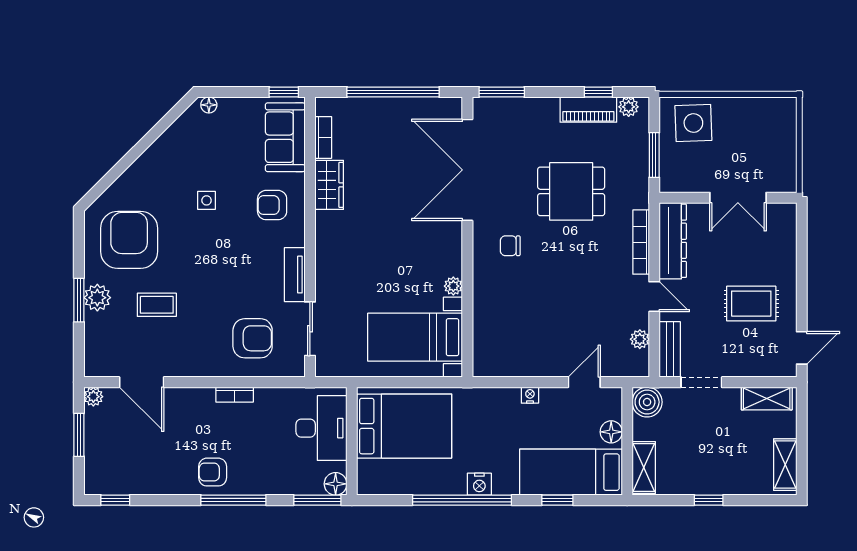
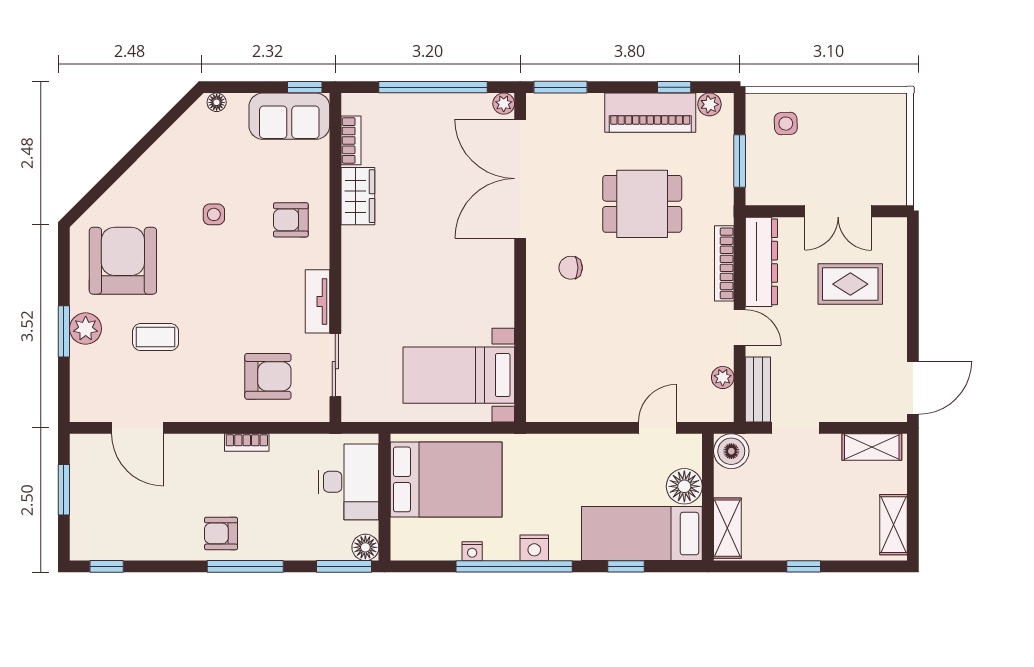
piano: (588, 110) -> (650, 113), width x1.37, depth x1.33
side table: (693, 123) -> (786, 124), width x0.54, depth x0.54
sofa: (285, 137) -> (289, 116), moved, turned -90
plant: (453, 286) -> (504, 104), moved
rug: (751, 304) -> (850, 284), moved
door: (802, 348) -> (913, 388), width x1.38
nightstand: (530, 395) -> (472, 551), moved, turned 180
plant: (93, 397) -> (81, 445), removed
floor lamp: (611, 432) -> (684, 486), width x1.38, depth x1.38

